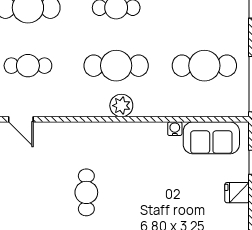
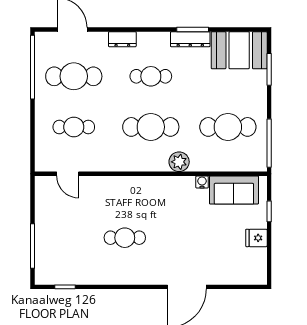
plant: (121, 106) -> (179, 162), moved
cafe table: (86, 192) -> (125, 238), turned 90

